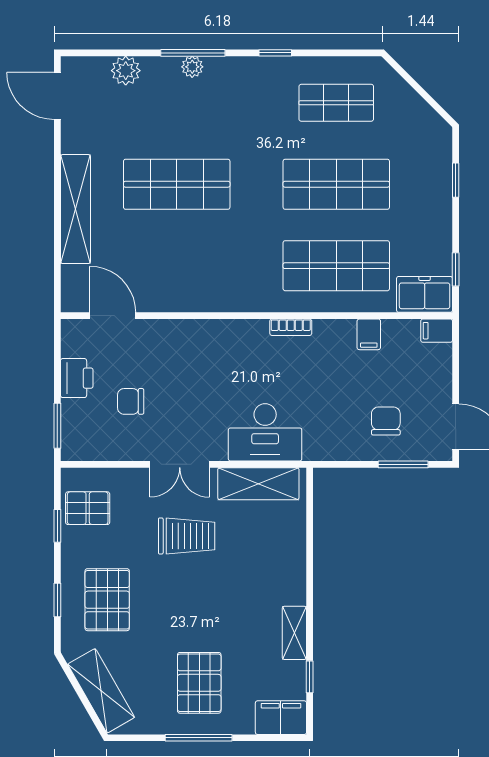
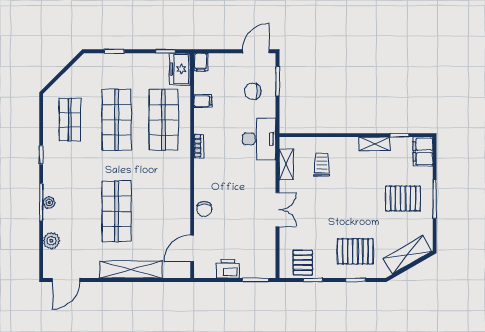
chair: (131, 401) -> (204, 209), moved
desk: (265, 432) -> (259, 139), moved
shelving: (258, 484) -> (286, 165), width x0.67, depth x0.75
trolley: (187, 536) -> (322, 165), moved, width x0.73, depth x0.72

